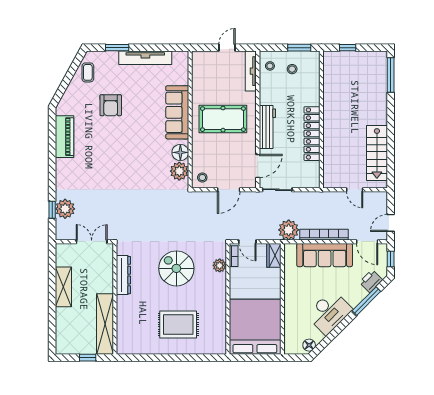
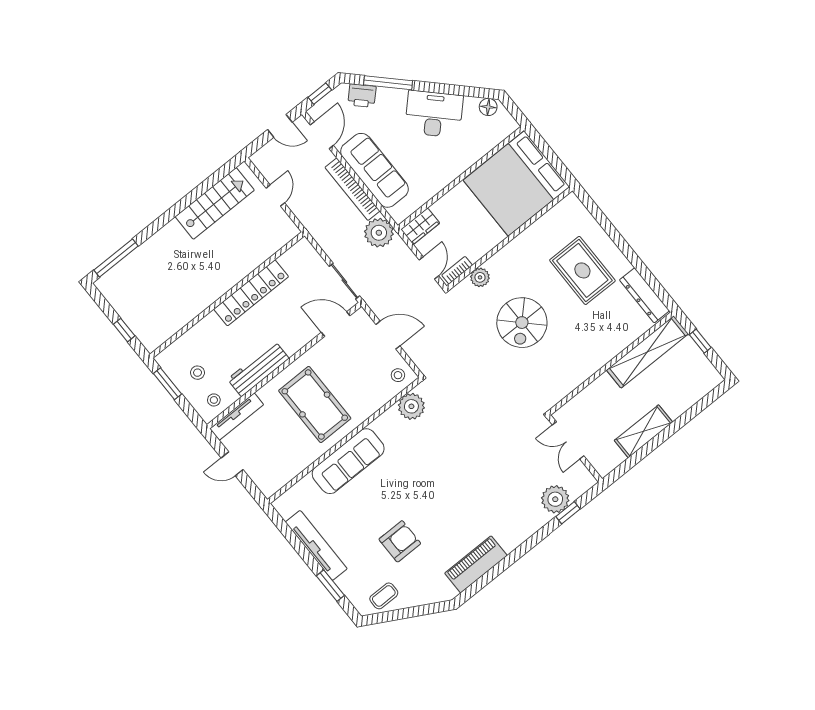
workbench: (267, 127) -> (258, 369), moved
floor lamp: (180, 152) -> (390, 422), removed
dresser: (123, 275) -> (645, 295), moved, turned -90

